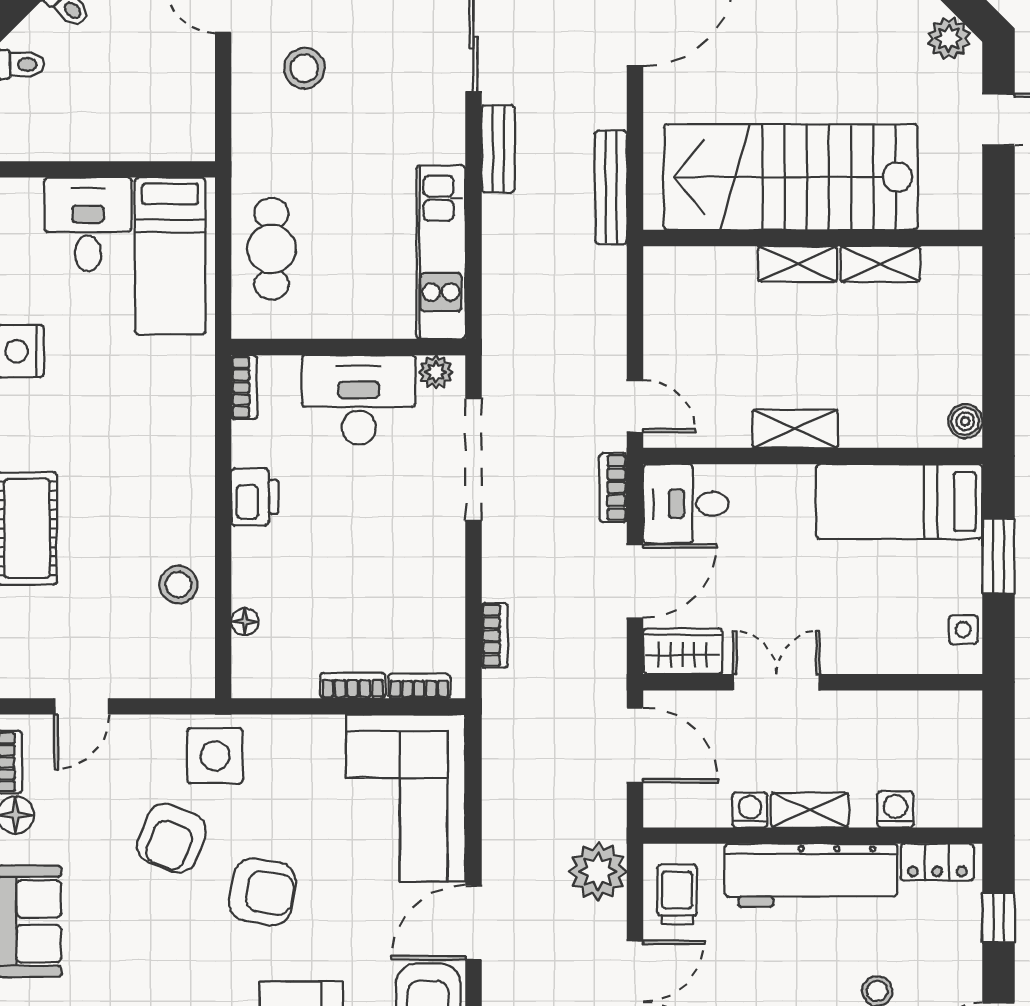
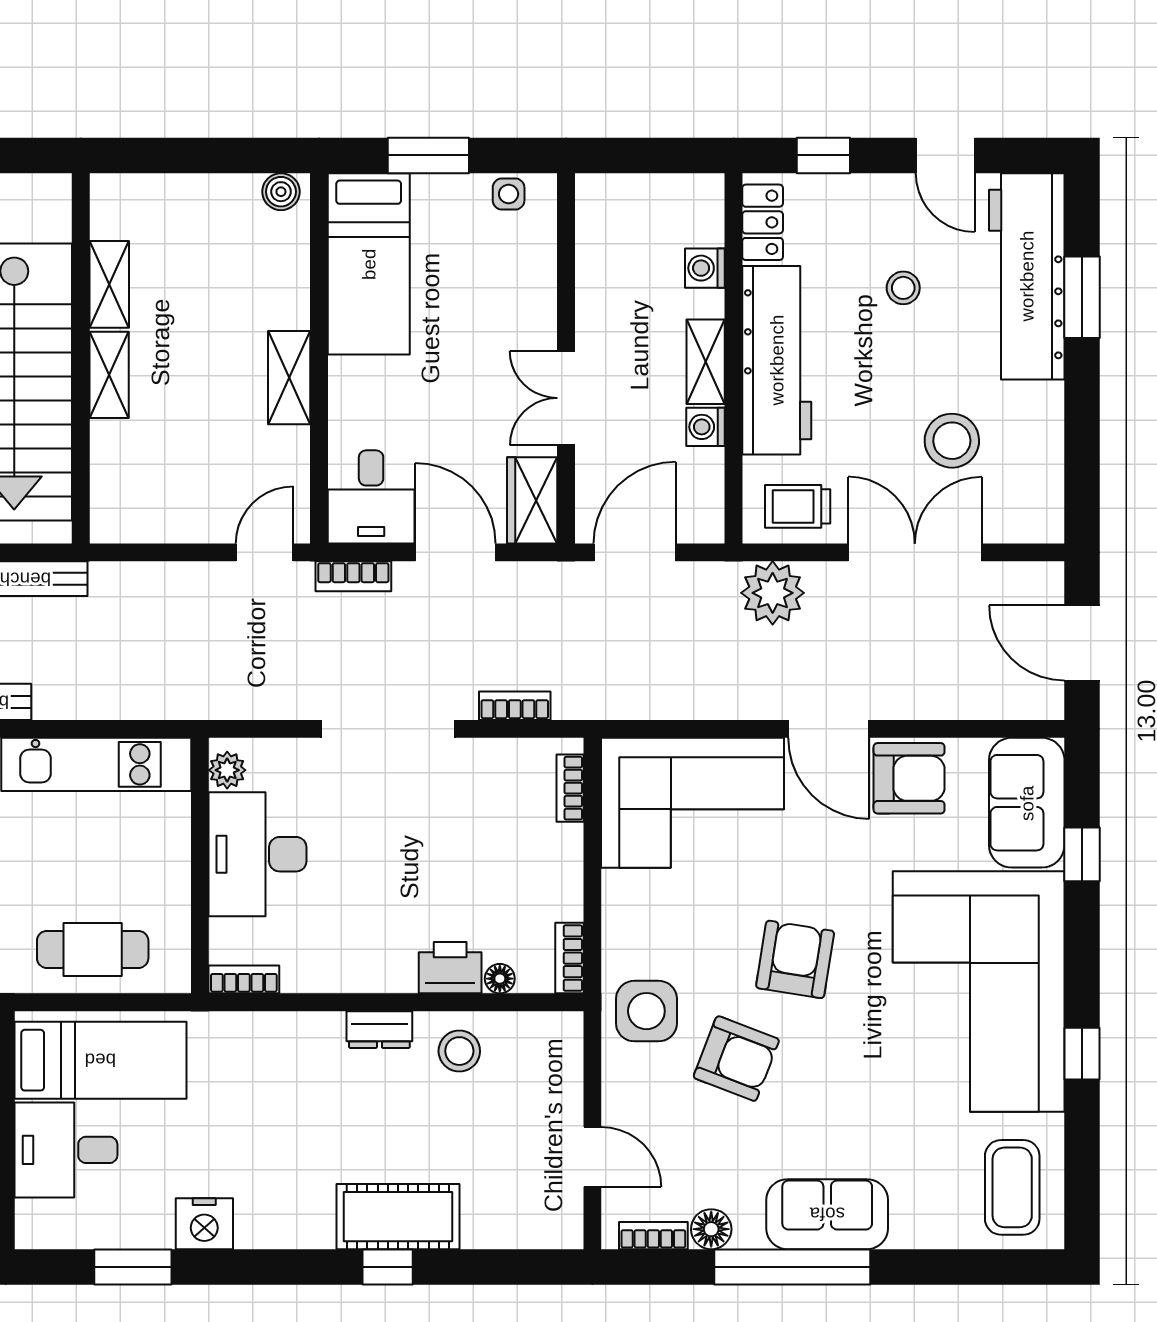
doorway: (473, 459) -> (388, 729), moved
printer: (255, 497) -> (450, 968), moved
dresser: (198, 511) -> (379, 1030), added
bookcase: (353, 685) -> (569, 958), moved

